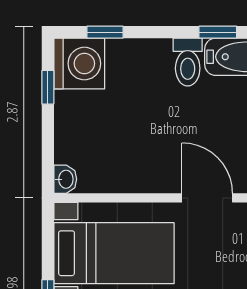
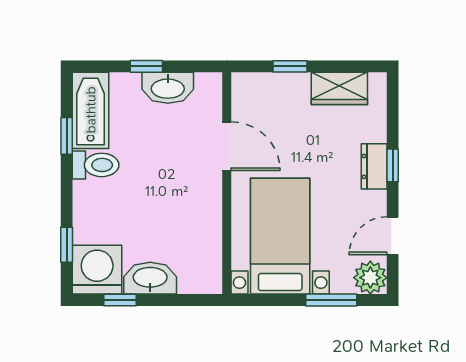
washbasin: (65, 179) -> (150, 278), moved, width x1.91, depth x1.45
door: (207, 198) -> (227, 146), swing flipped

